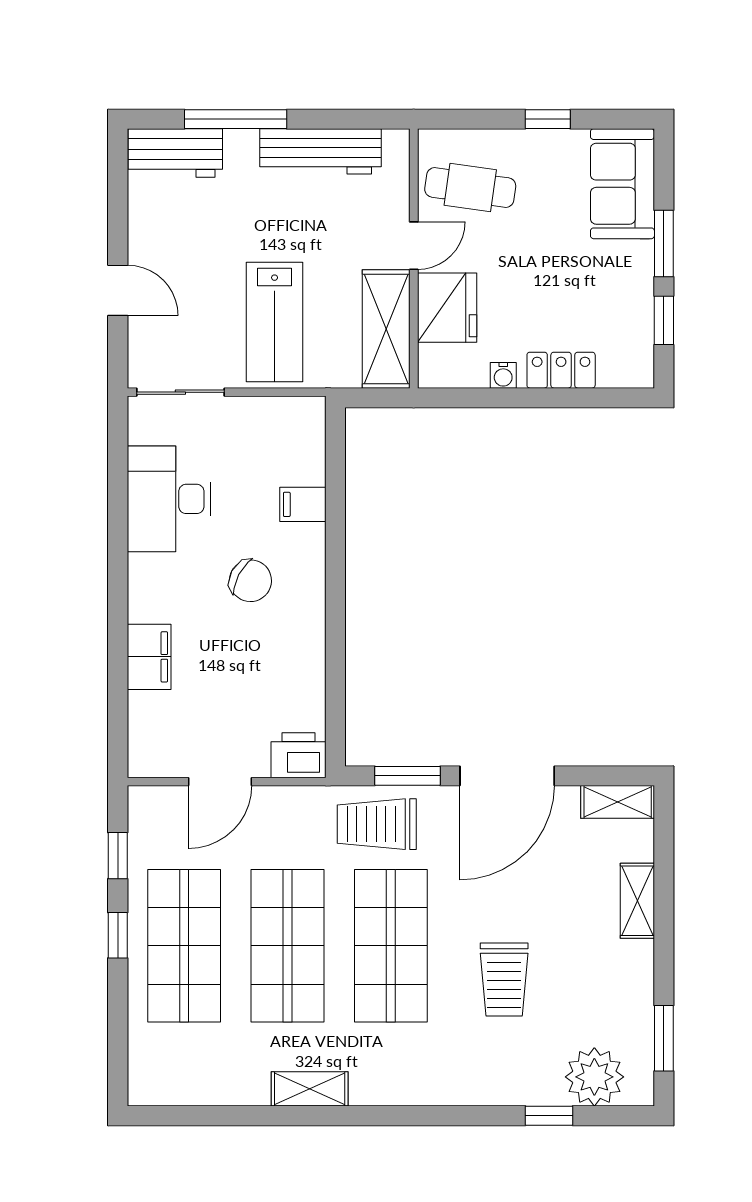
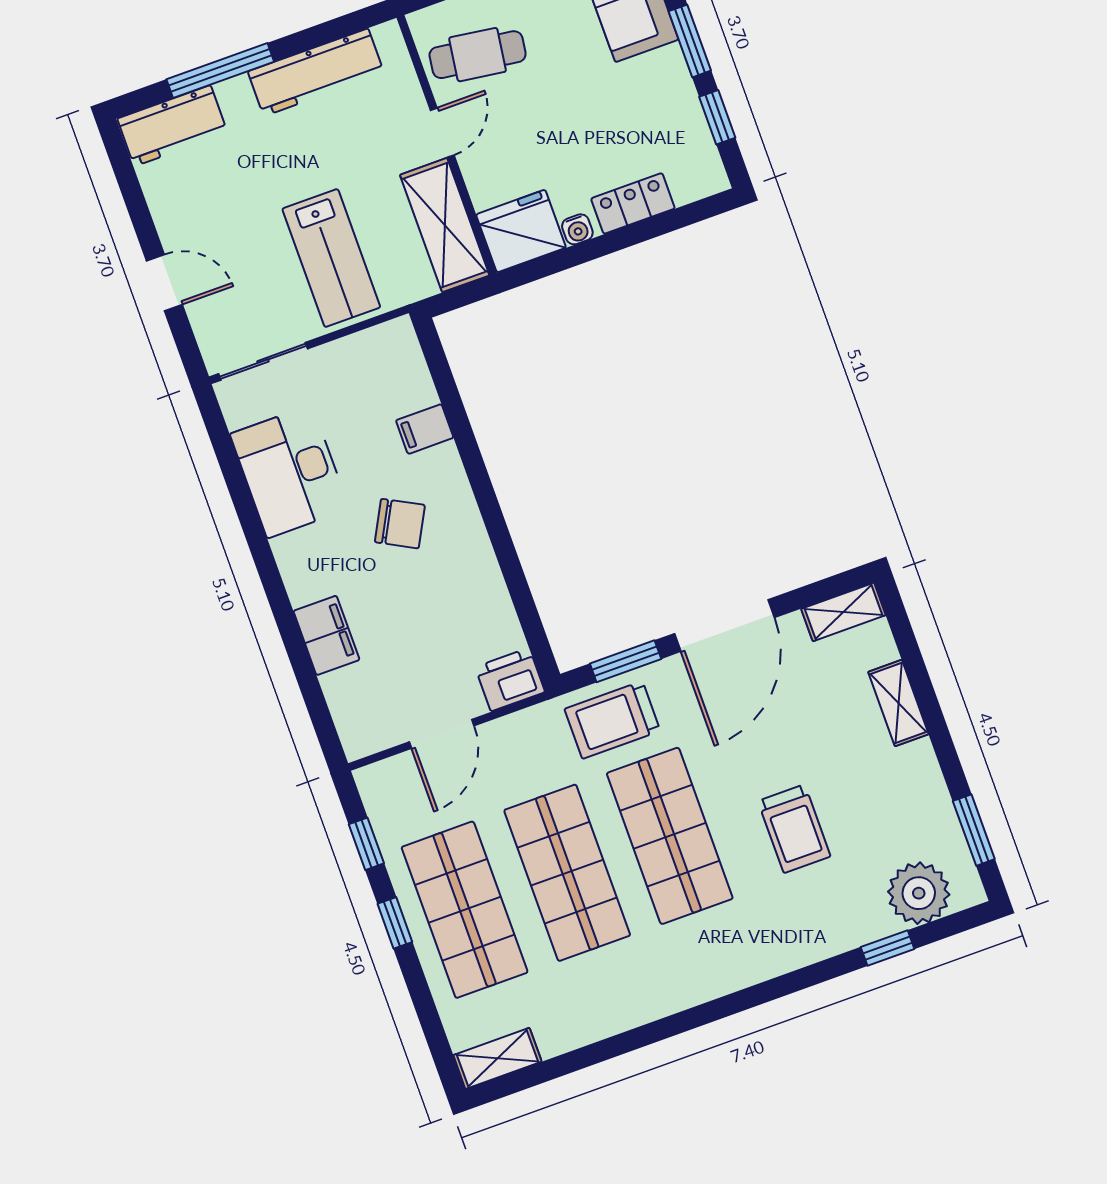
fridge: (447, 308) -> (521, 231), moved, turned -90
shelving: (310, 1089) -> (497, 1058), moved

